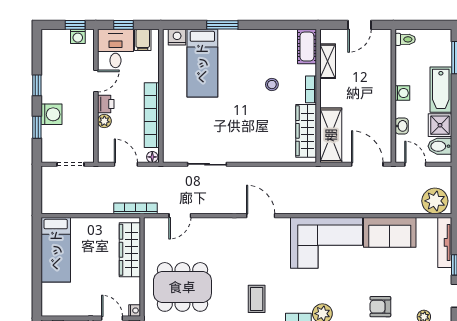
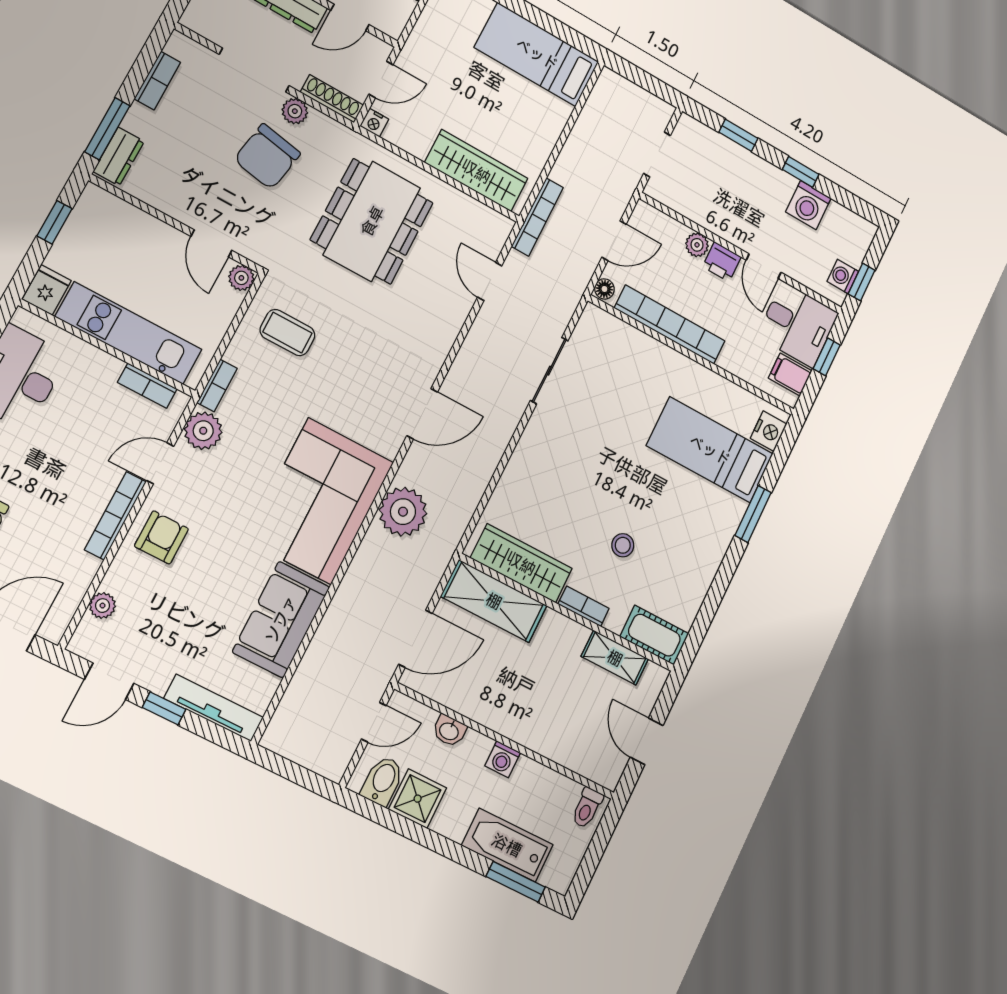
bathtub: (441, 90) -> (507, 845), moved
washing machine: (51, 114) -> (808, 205), moved
plant: (435, 201) -> (403, 512), moved

